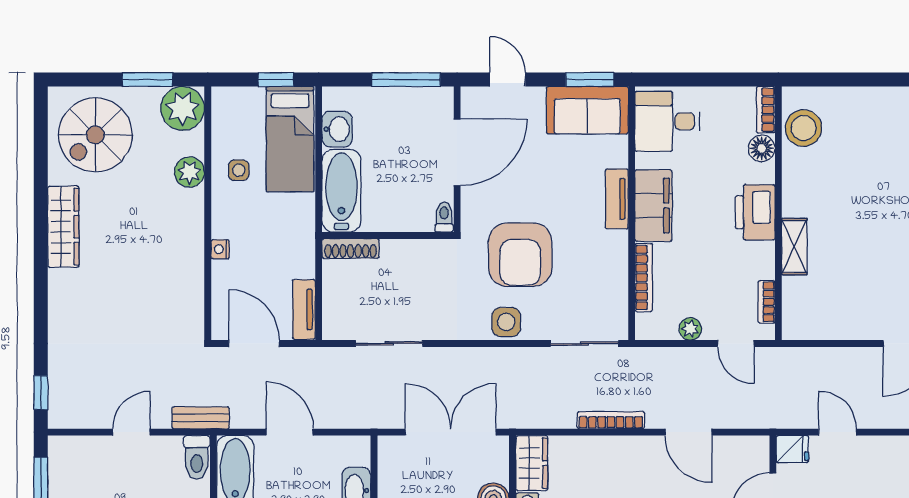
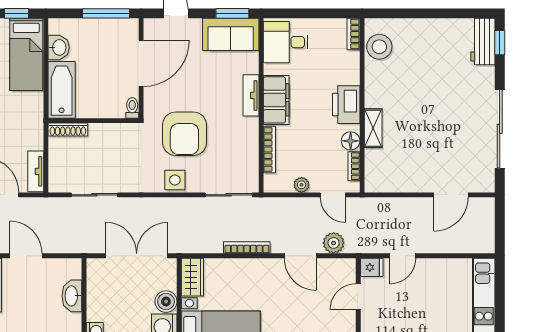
floor lamp: (762, 148) -> (351, 141), moved
plant: (737, 413) -> (334, 243), added
door: (838, 432) -> (403, 256), swing flipped

